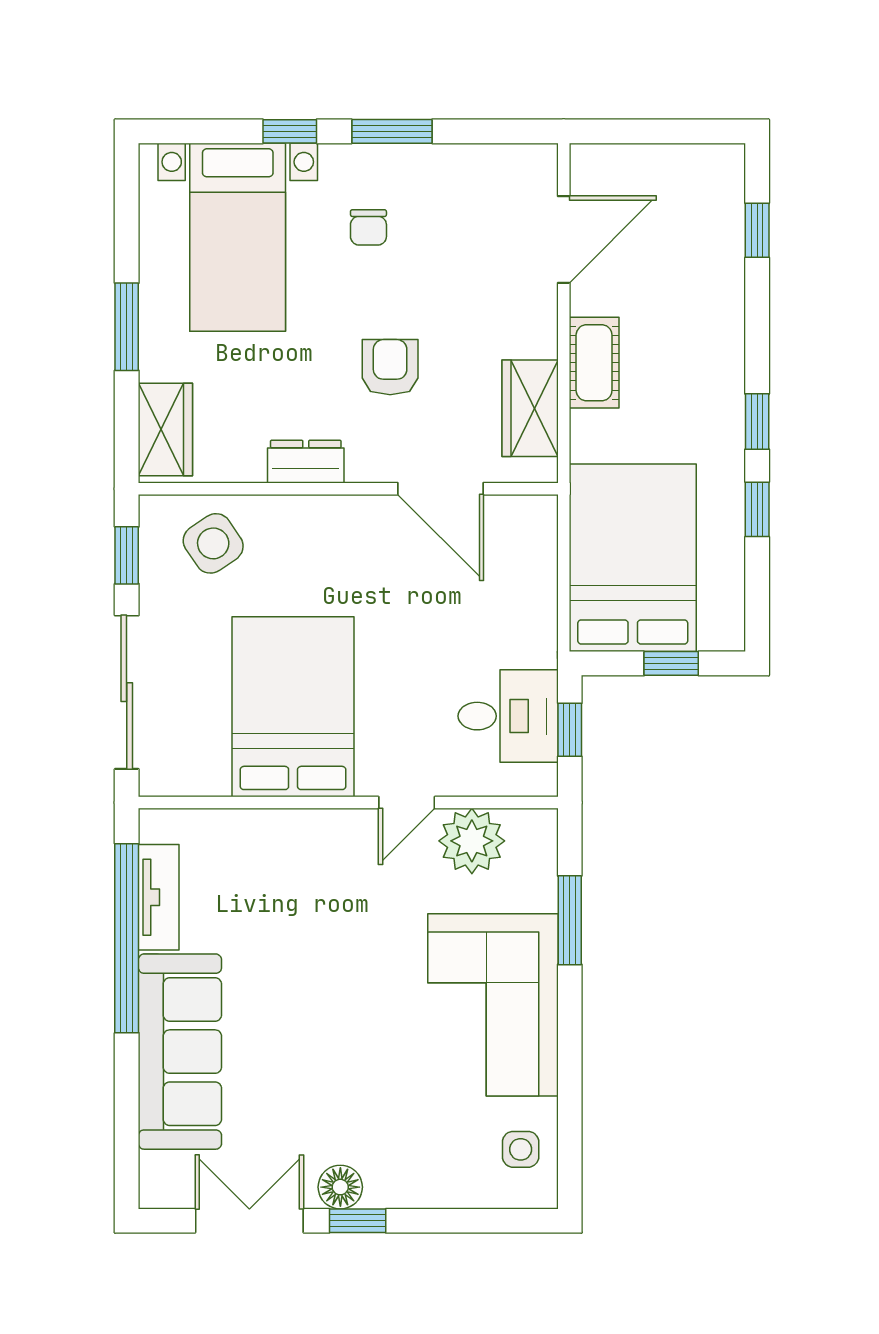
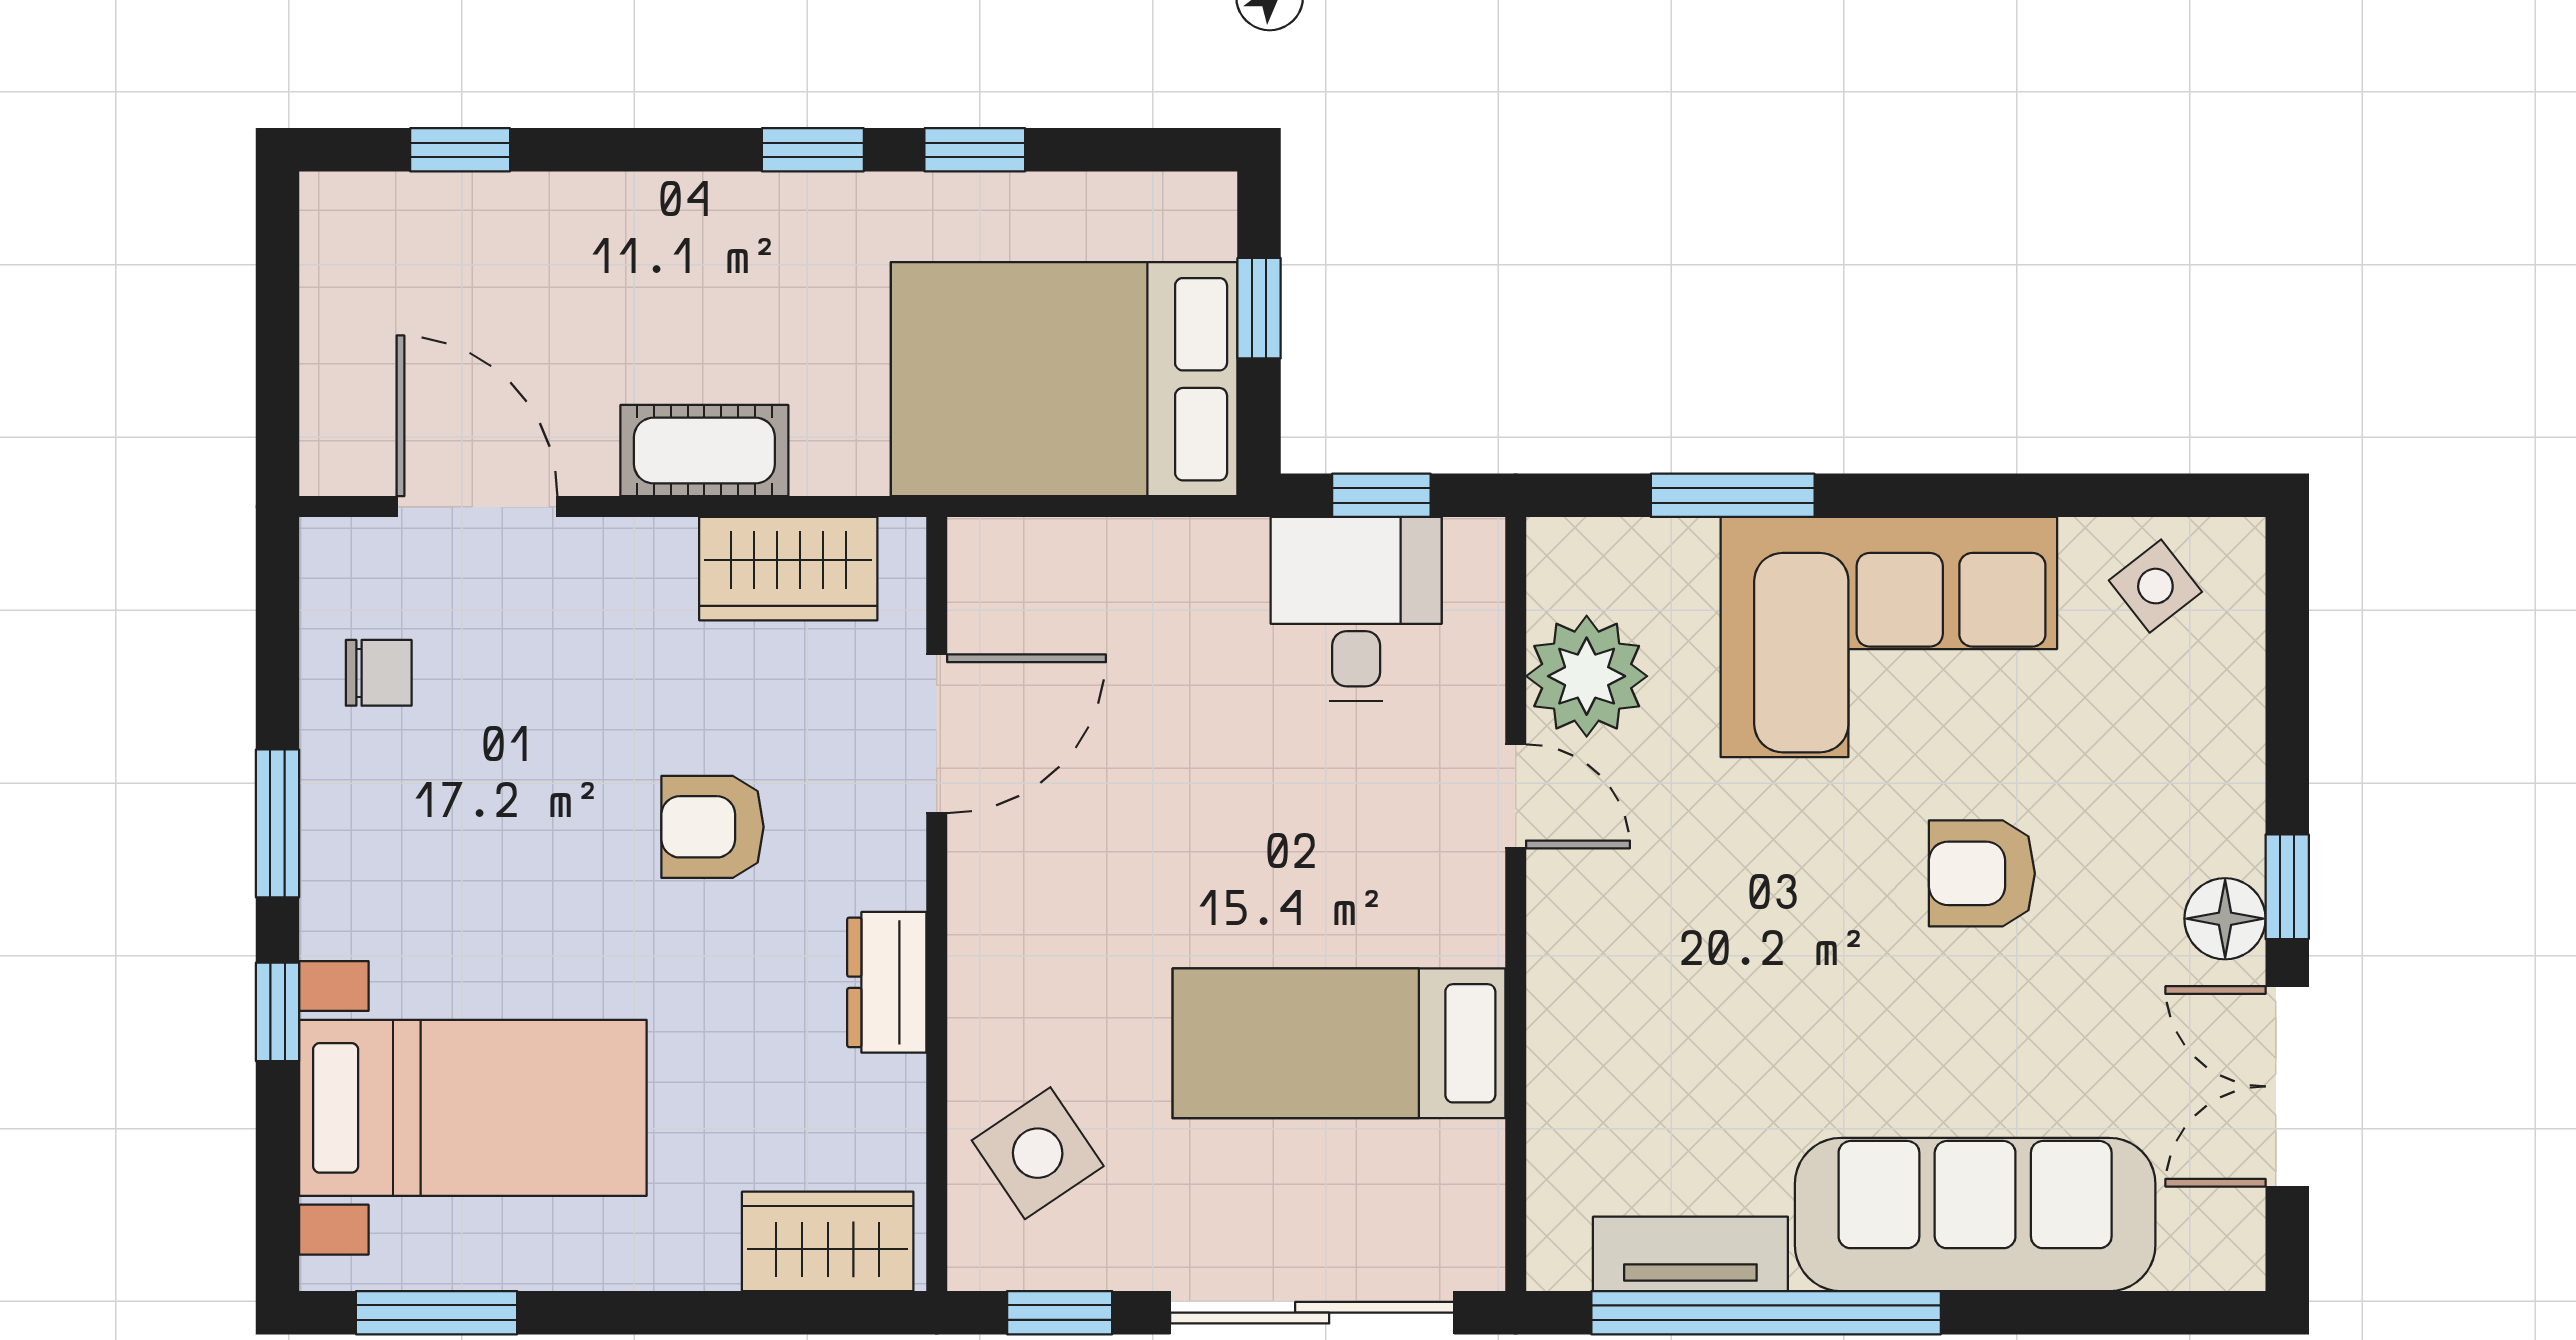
chair: (368, 227) -> (379, 673), moved
window: (127, 327) -> (437, 1313), moved
bed: (293, 707) -> (1339, 1043), width x0.67
armchair: (365, 1055) -> (1982, 873), added
side table: (521, 1149) -> (2155, 586), turned -38

